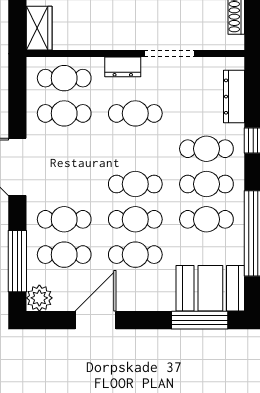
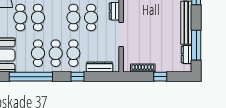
cafe table: (135, 184) -> (73, 17), moved

